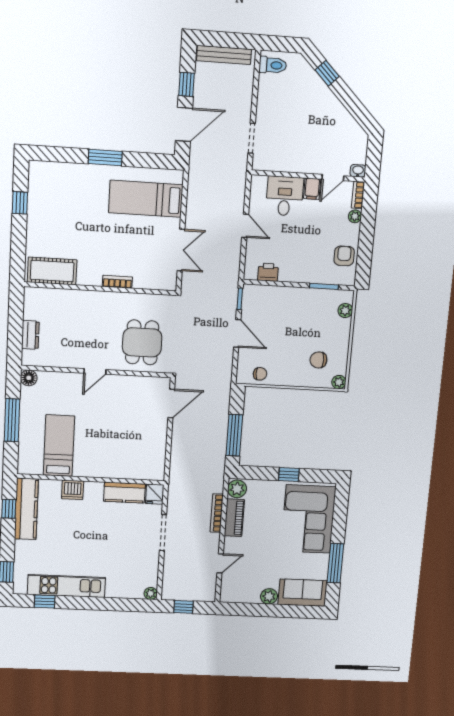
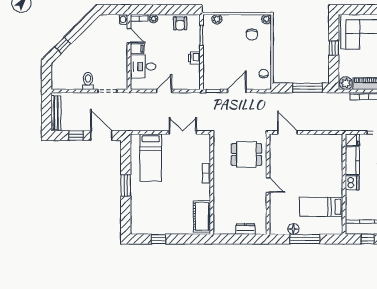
toilet: (273, 65) -> (88, 81), moved
armchair: (344, 256) -> (180, 23), turned -90
printer: (268, 272) -> (194, 58), moved
floor lamp: (29, 378) -> (293, 229), moved
dishwasher: (73, 490) -> (352, 183), moved

